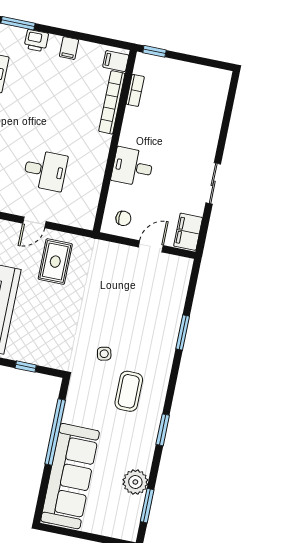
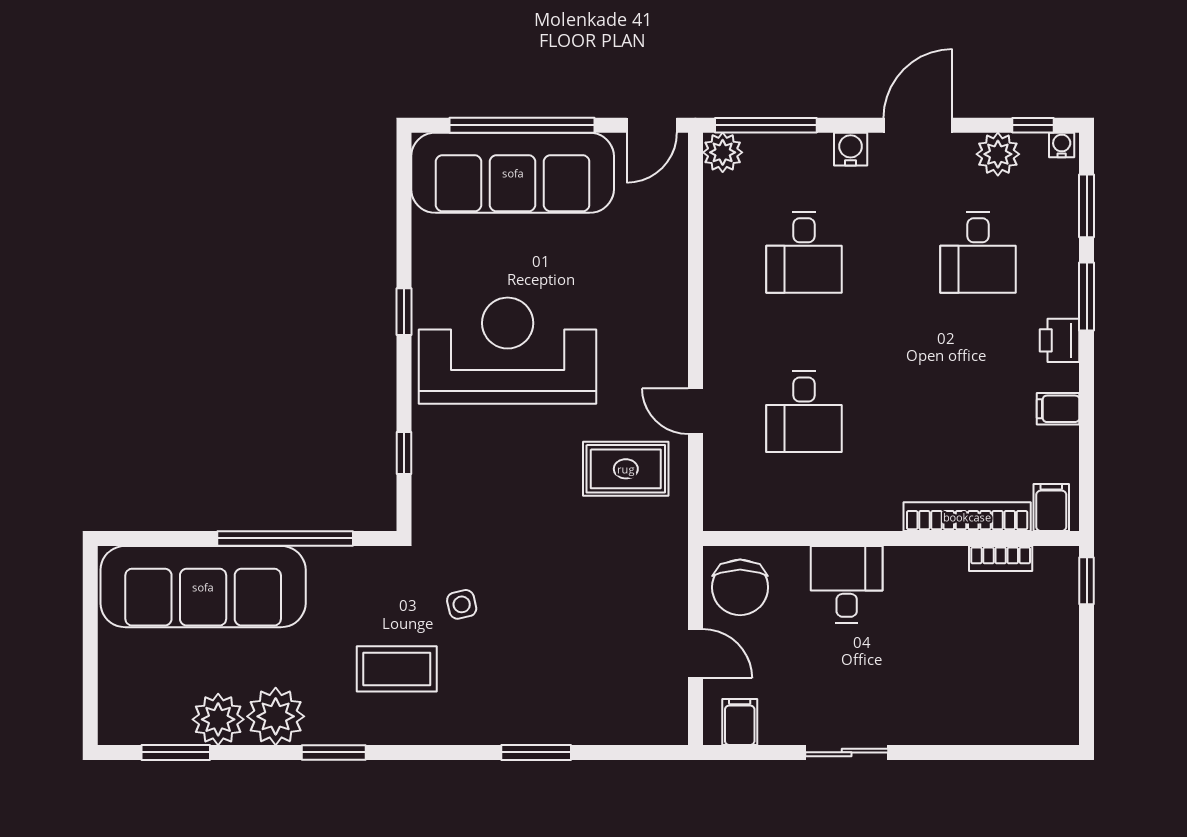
chair: (123, 218) -> (740, 587), width x1.87, depth x1.87
filing cabinet: (188, 232) -> (740, 722), width x0.50
plant: (140, 454) -> (276, 716), added

